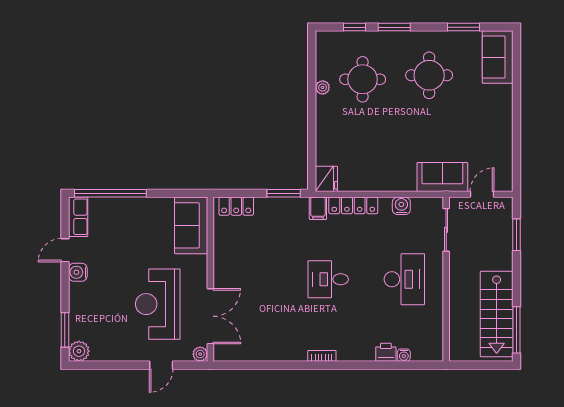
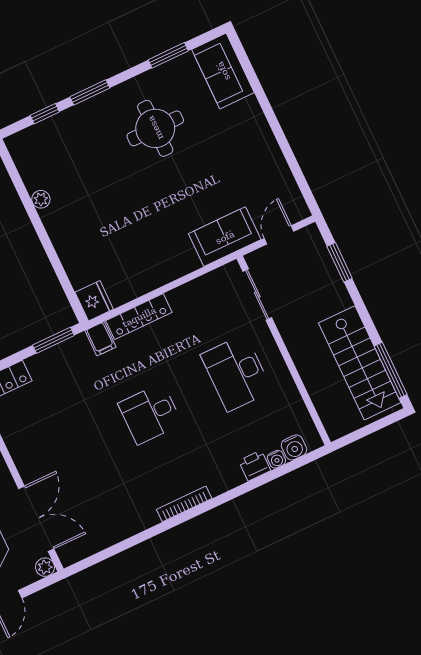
round table: (363, 79) -> (82, 169), removed
water cooler: (401, 206) -> (294, 447), moved, turned 180
desk: (404, 279) -> (236, 373), turned 180
bookcase: (322, 356) -> (184, 504), width x1.56

